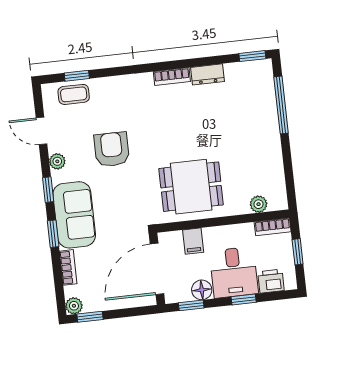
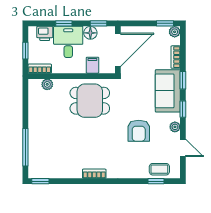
dresser: (207, 74) -> (71, 172), removed

